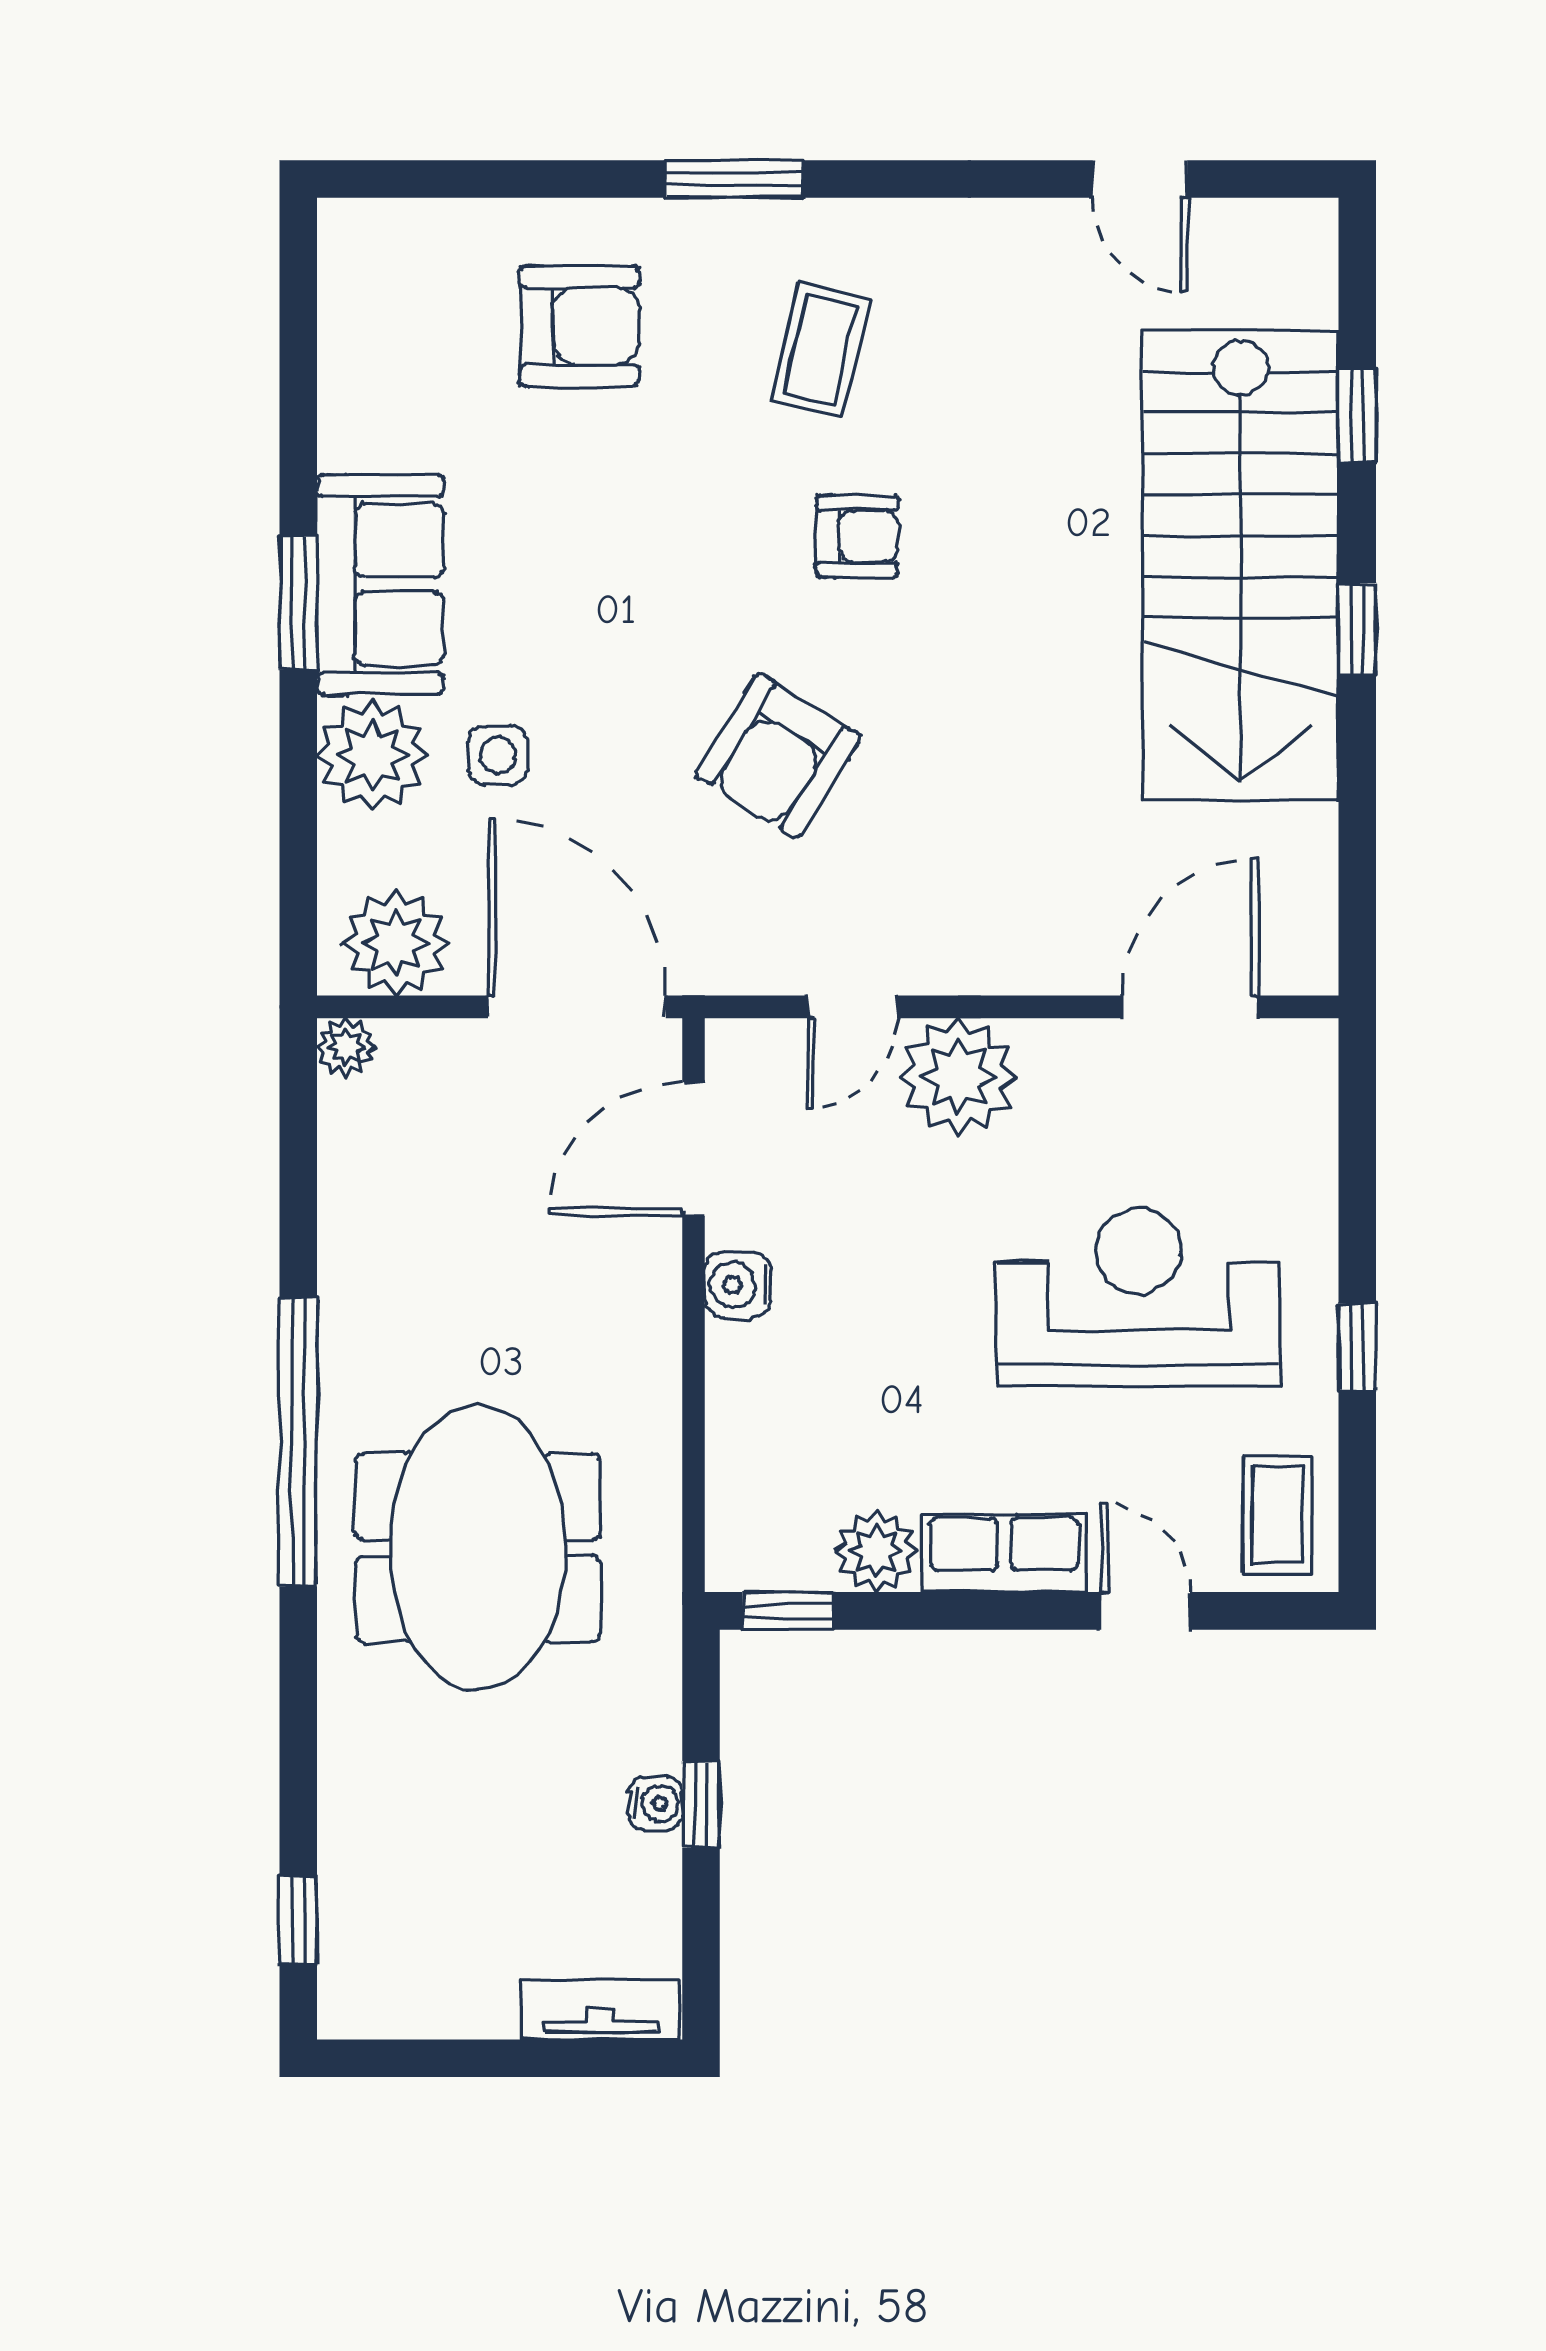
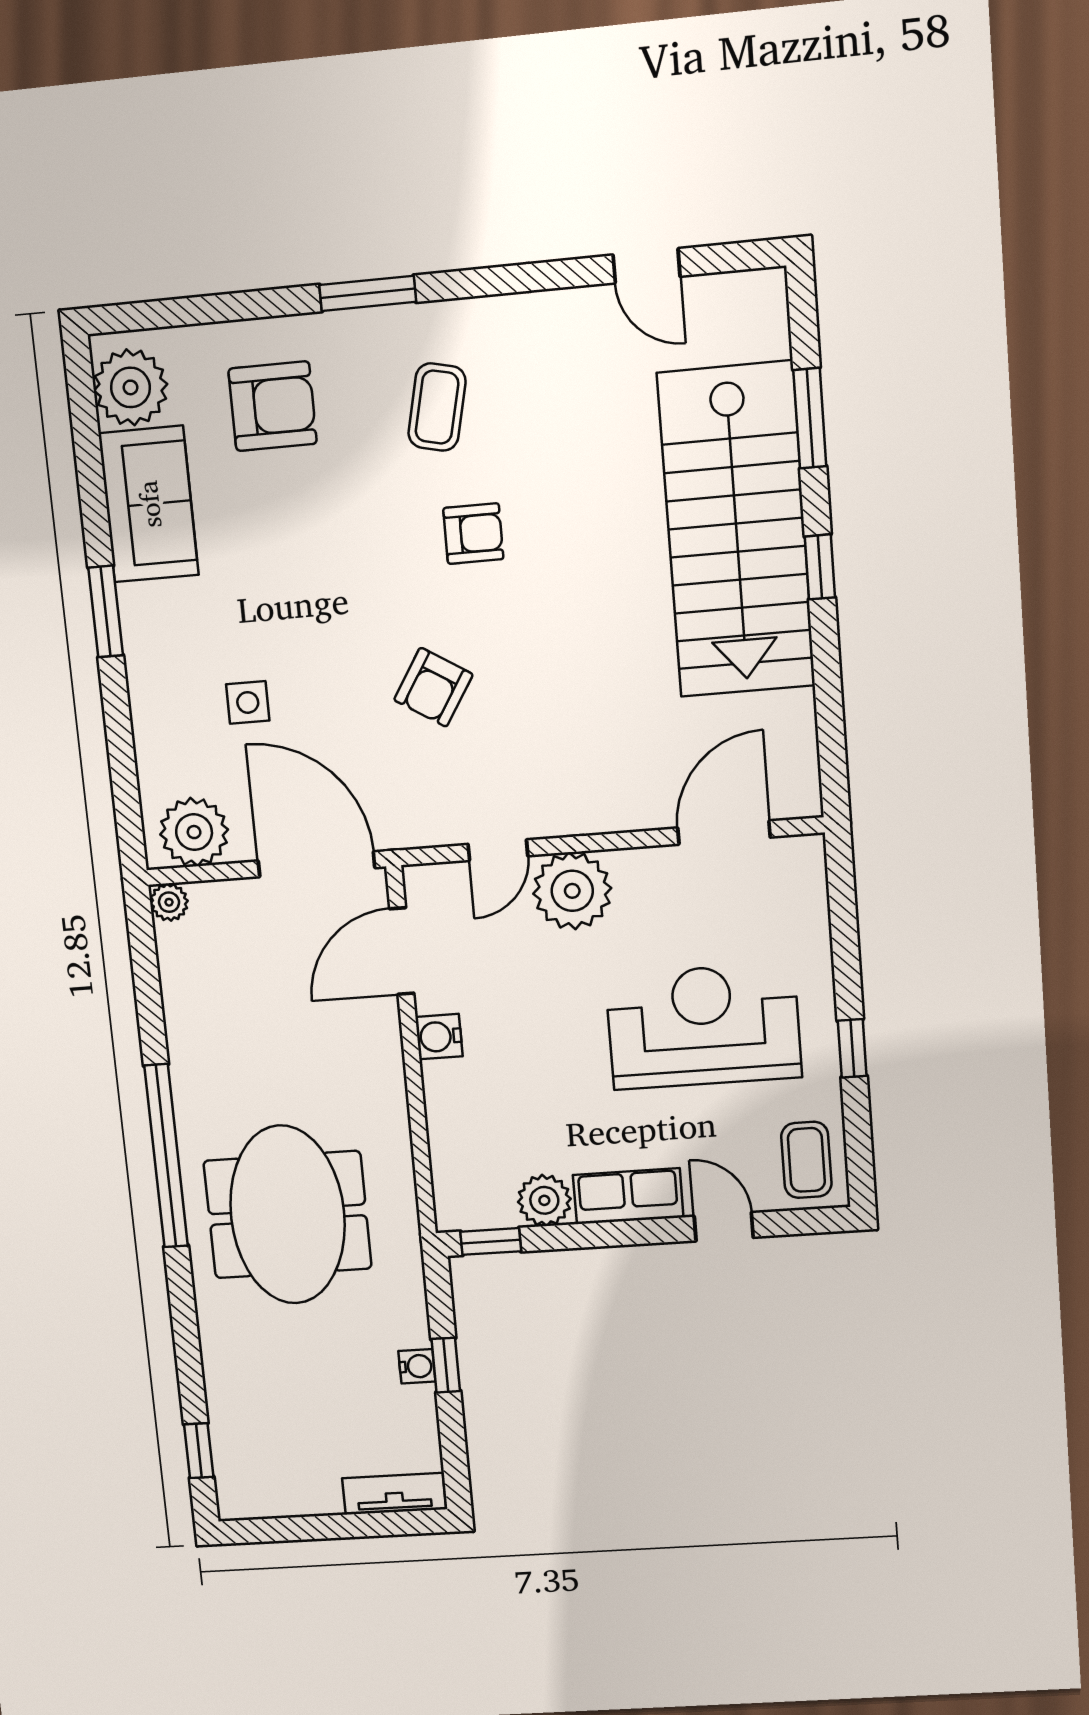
window: (1357, 415) -> (810, 418), width x1.50
sofa: (380, 585) -> (149, 504), moved
plant: (372, 755) -> (130, 387), moved
armchair: (778, 756) -> (433, 687), width x0.72, depth x0.72

